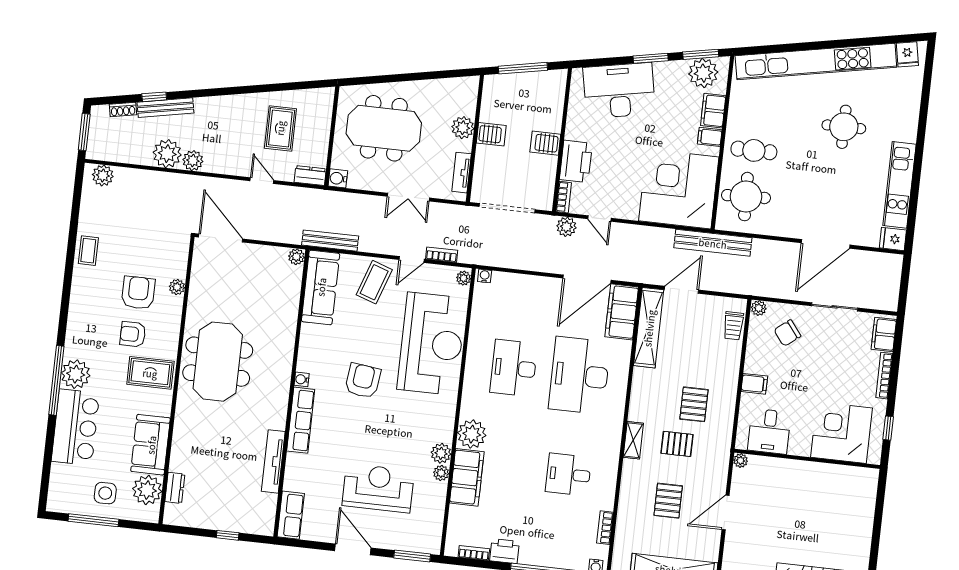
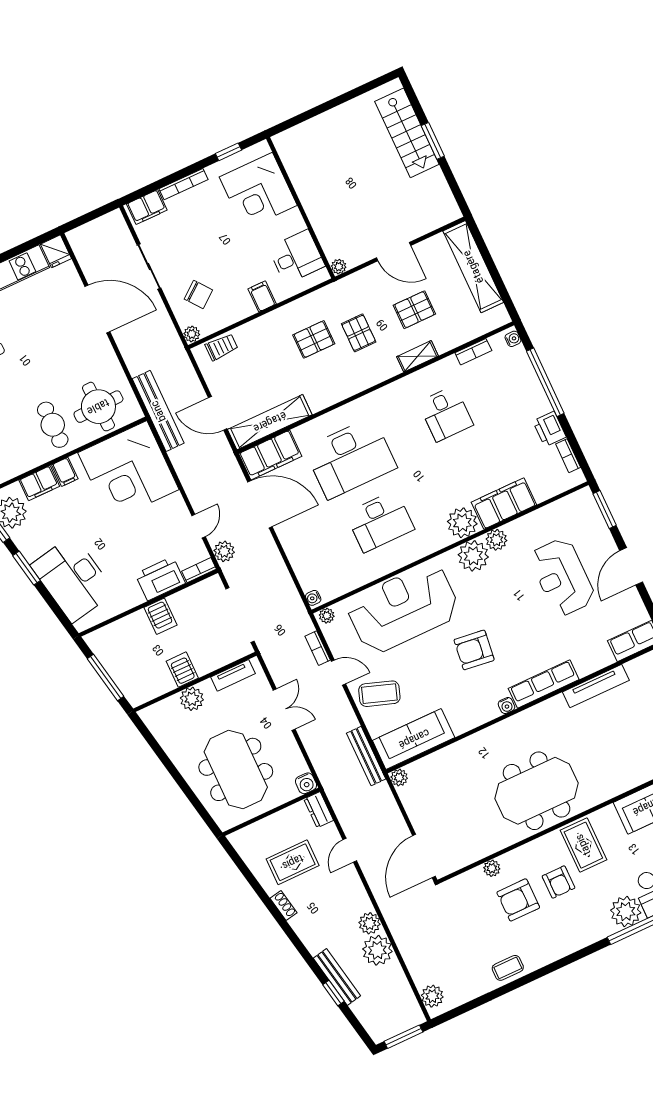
shoe rack: (123, 110) -> (284, 906), moved
shelving: (633, 440) -> (417, 356), moved
plant: (441, 473) -> (473, 556), moved, width x1.87, depth x1.87

